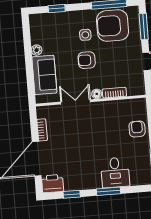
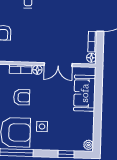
plant: (37, 50) -> (89, 145), moved
armchair: (87, 60) -> (22, 97), moved
floor lamp: (41, 113) -> (91, 58), added

